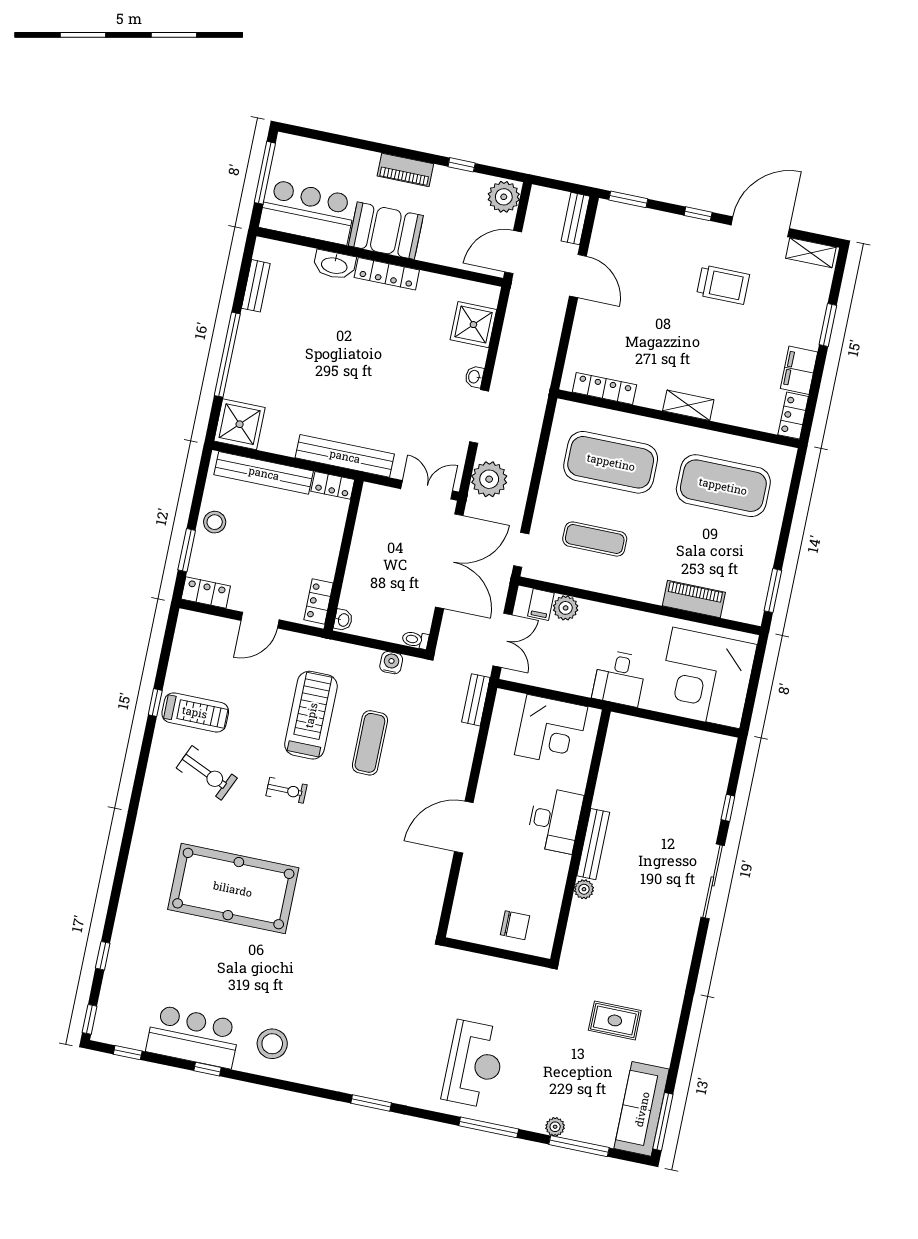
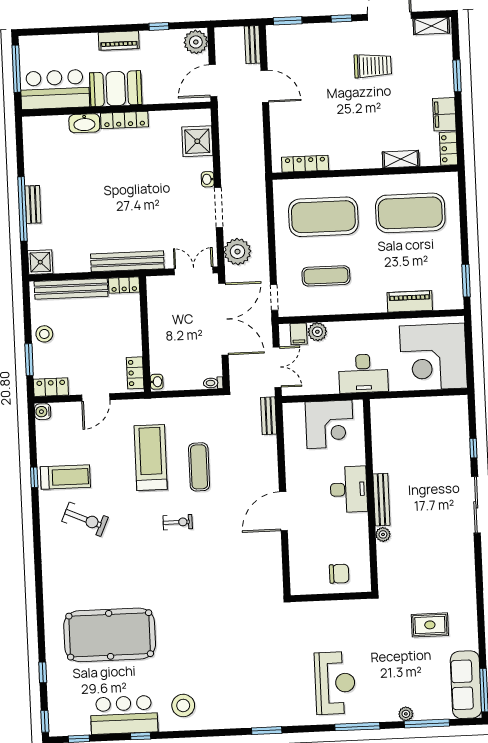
bench: (256, 286) -> (33, 204), moved
shelving: (688, 405) -> (401, 159), moved
shower: (240, 424) -> (40, 262), width x0.73, depth x0.73
water cooler: (391, 663) -> (43, 412), moved, turned -90
desk: (620, 678) -> (363, 373), width x1.37
exercise bike: (287, 790) -> (178, 522), moved
pool table: (233, 889) -> (110, 635), moved

